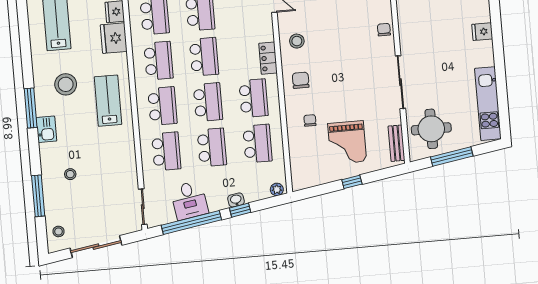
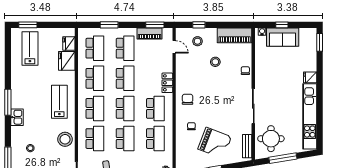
stool: (297, 41) -> (215, 62), moved
stool: (66, 84) -> (65, 139), moved
kitchen unit: (488, 104) -> (310, 116), width x1.36
grand piano: (347, 142) -> (215, 143), turned -69

